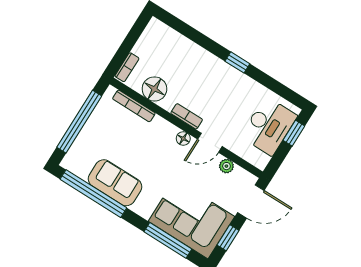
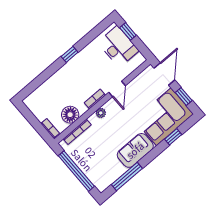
floor lamp: (183, 138) -> (109, 106), removed
plant: (226, 166) -> (101, 113), moved
sofa: (115, 183) -> (135, 150), moved
window: (93, 194) -> (127, 177), width x0.68
window: (168, 240) -> (173, 137), width x0.46

